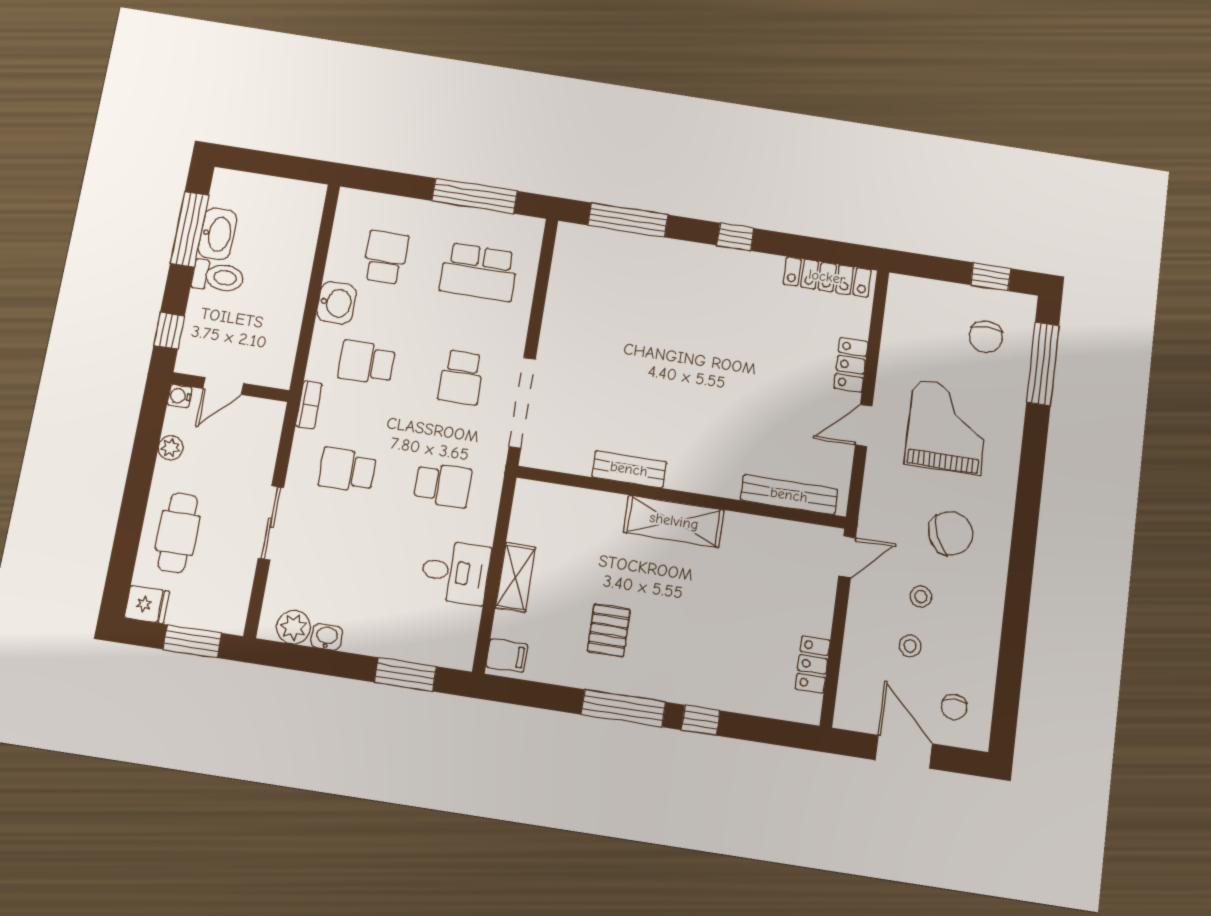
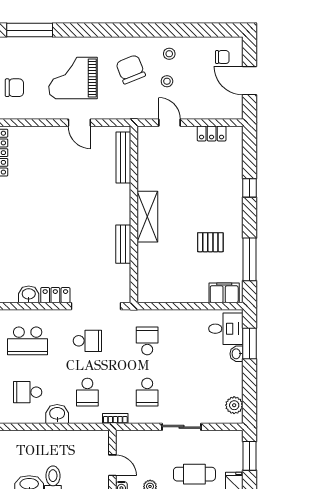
school desk: (479, 272) -> (28, 341), turned 90
washbasin: (563, 287) -> (29, 294), added
chair: (986, 337) -> (14, 88), moved
locker: (851, 365) -> (55, 295), moved, turned 180
door: (847, 557) -> (170, 123), moved
desk: (455, 572) -> (226, 329), moved, turned 90
shelving: (515, 577) -> (190, 295), removed
washbasin: (327, 637) -> (237, 354), moved
stool: (910, 646) -> (169, 54), moved
filing cabinet: (507, 656) -> (224, 293), width x2.00
window: (623, 708) -> (250, 259), moved
door: (904, 752) -> (250, 81), hinge flipped

